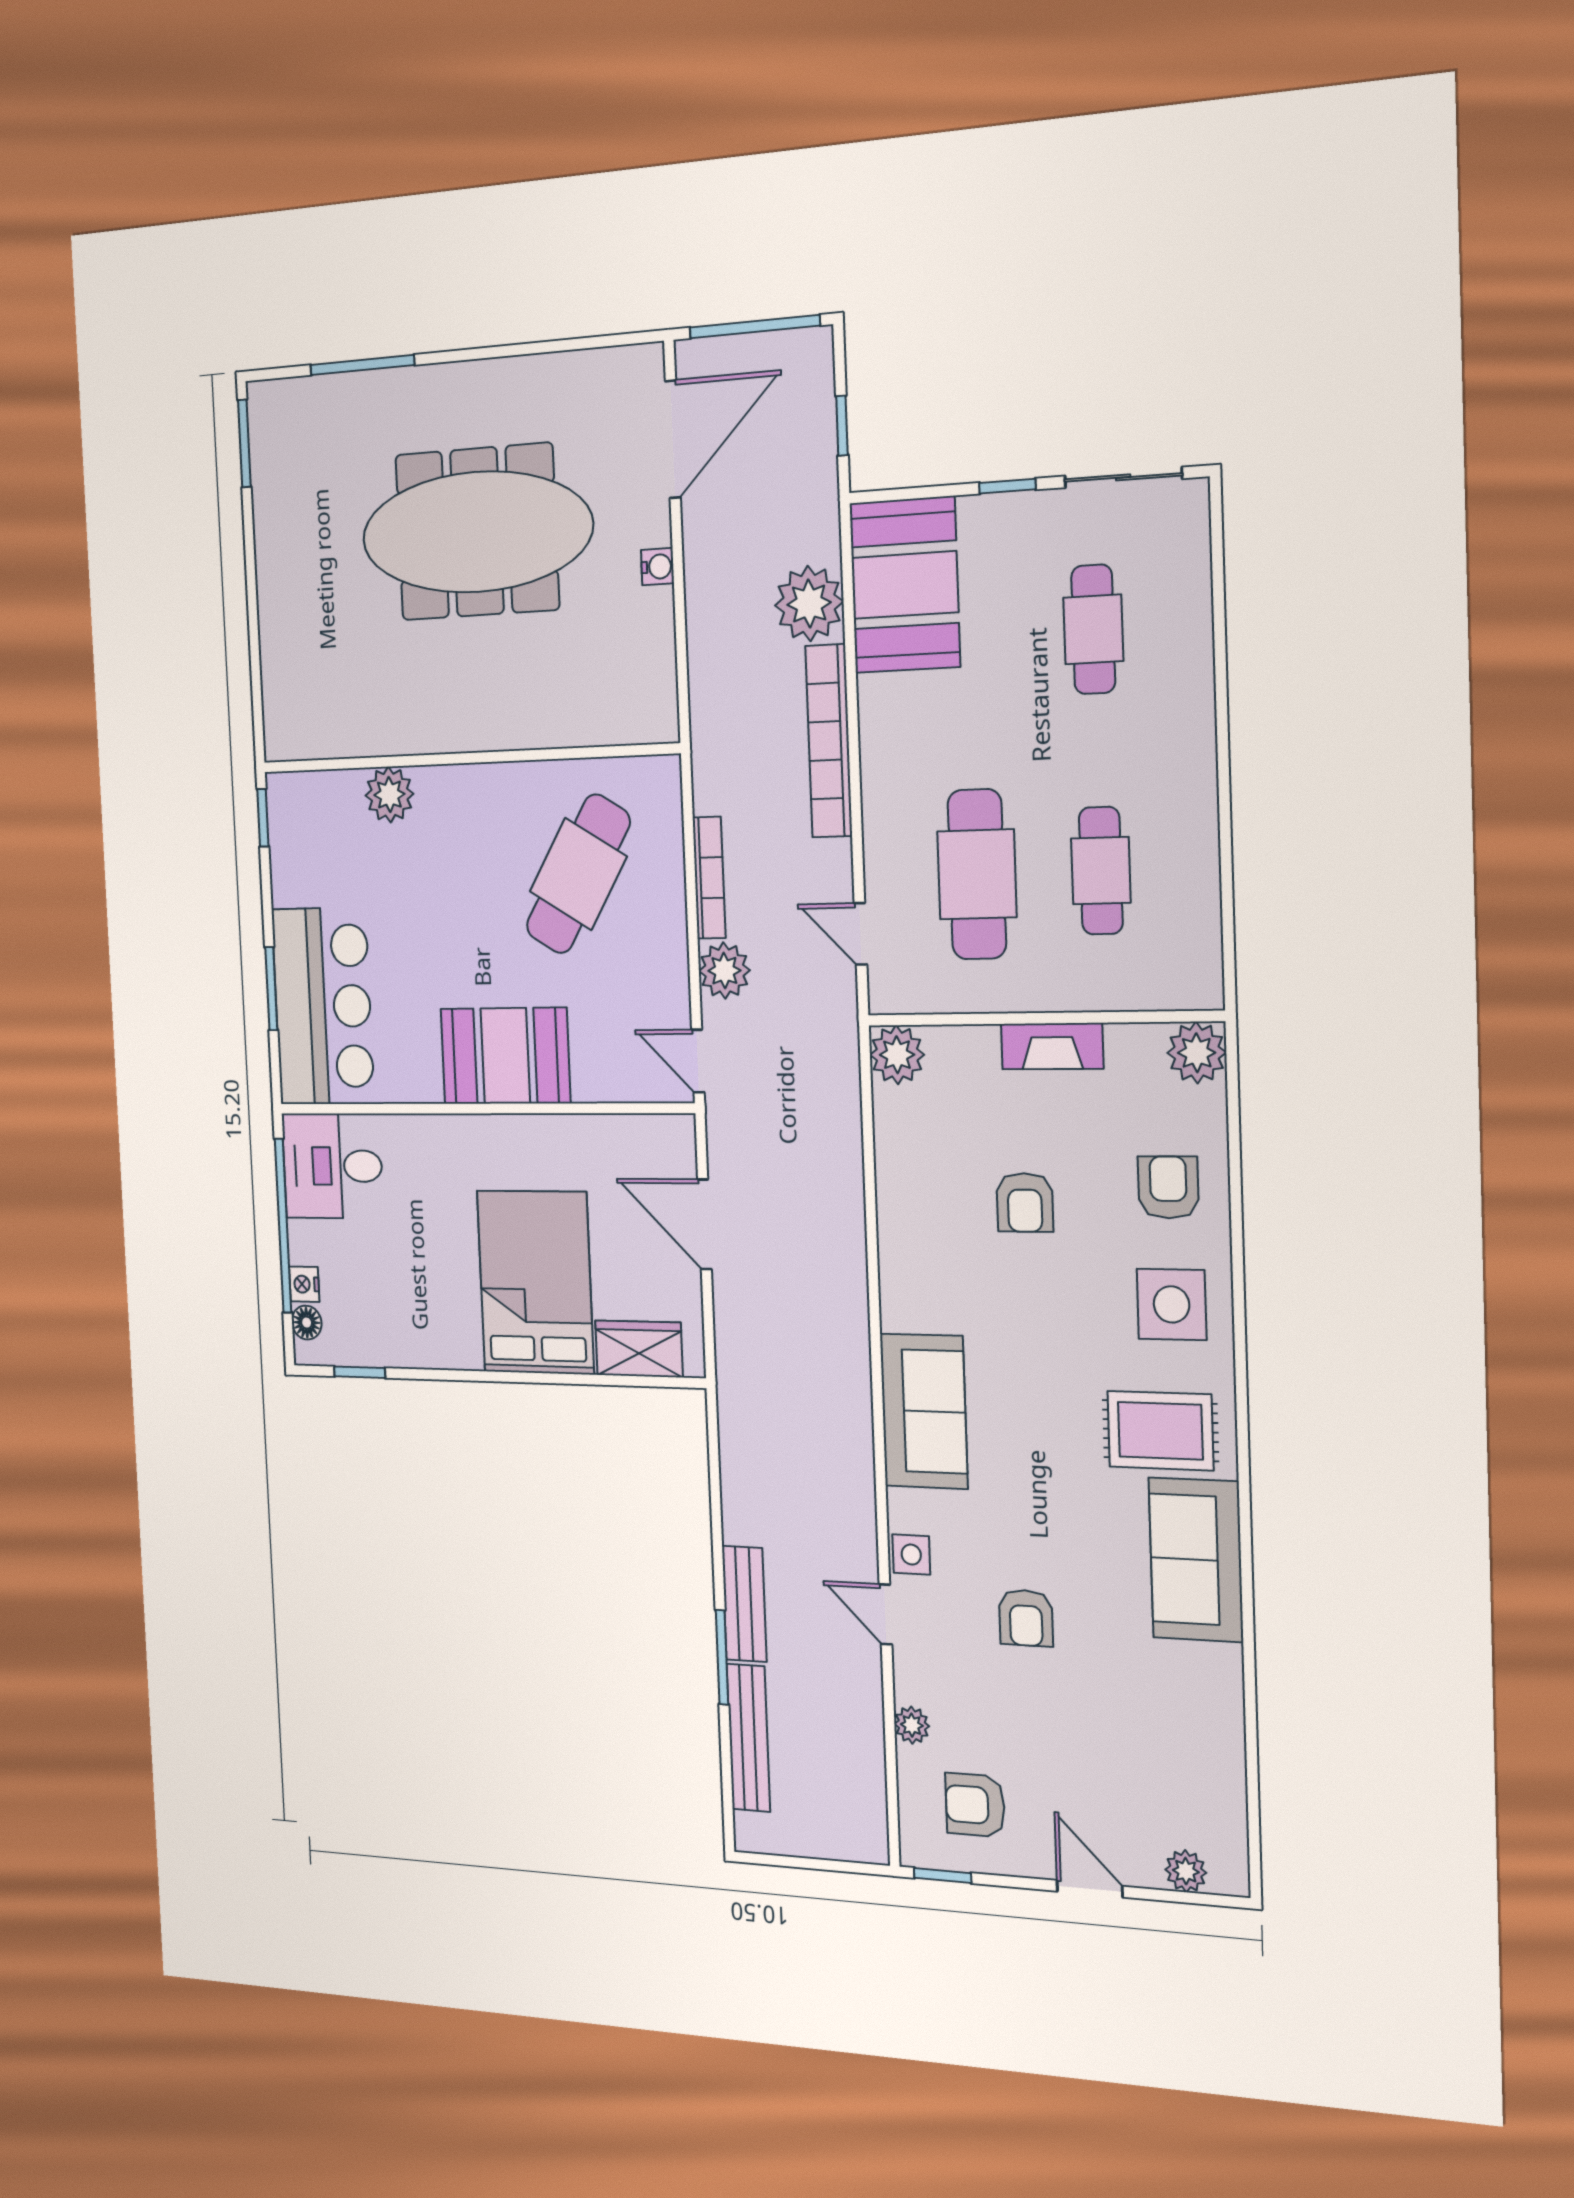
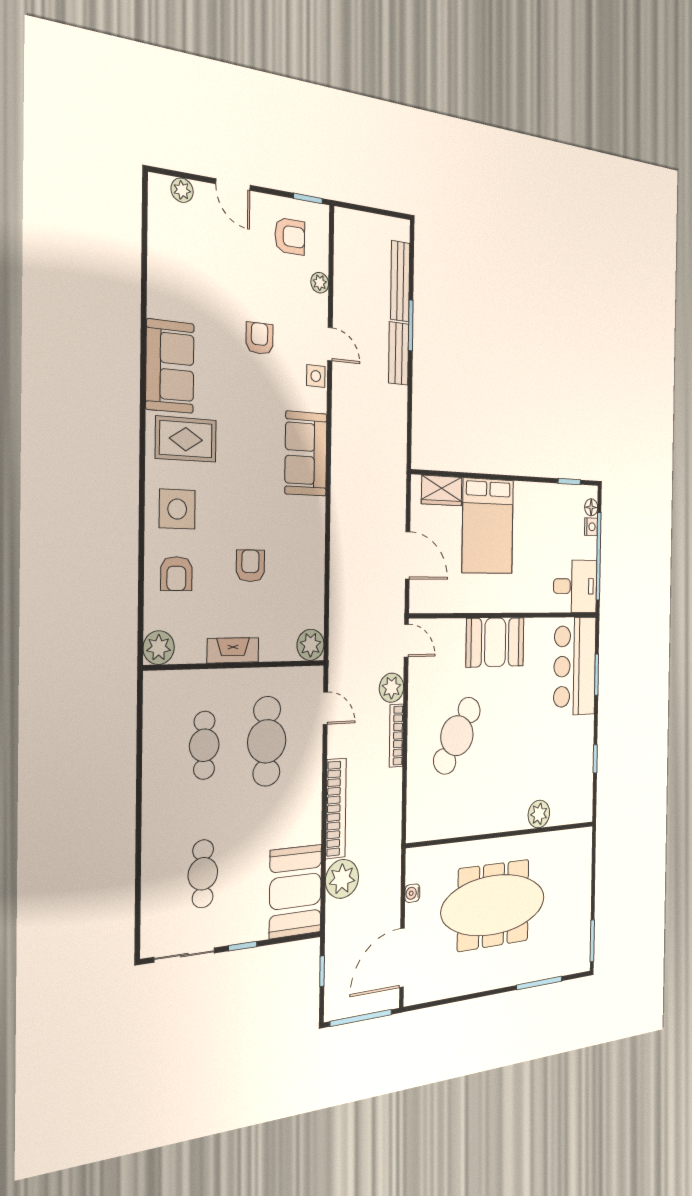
wall: (467, 758) -> (503, 834), moved
plant: (389, 795) -> (539, 814), moved

